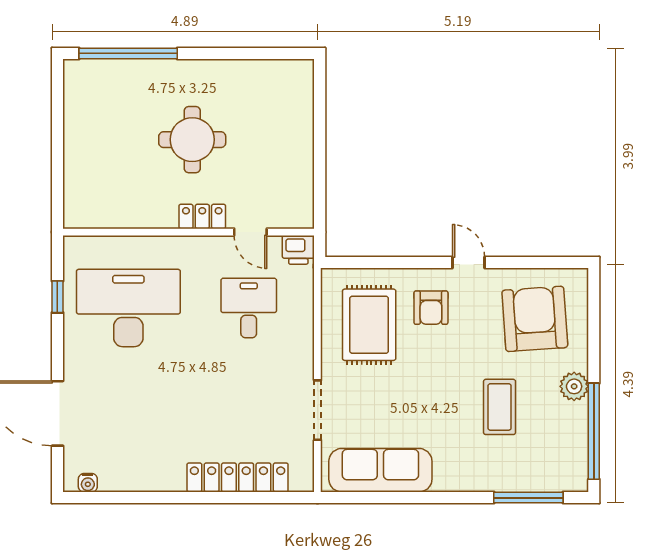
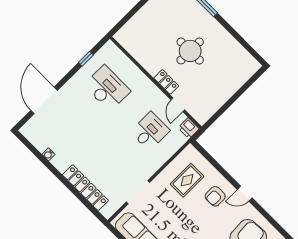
door: (469, 262) -> (245, 194), swing flipped
desk: (128, 308) -> (107, 88), width x0.73, depth x0.77
rug: (369, 325) -> (187, 180), width x0.73, depth x0.70
water cooler: (88, 483) -> (48, 154), moved

